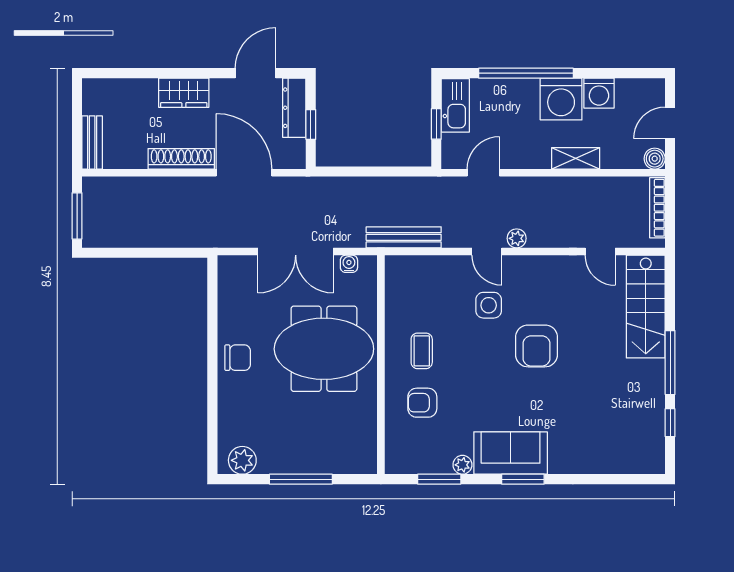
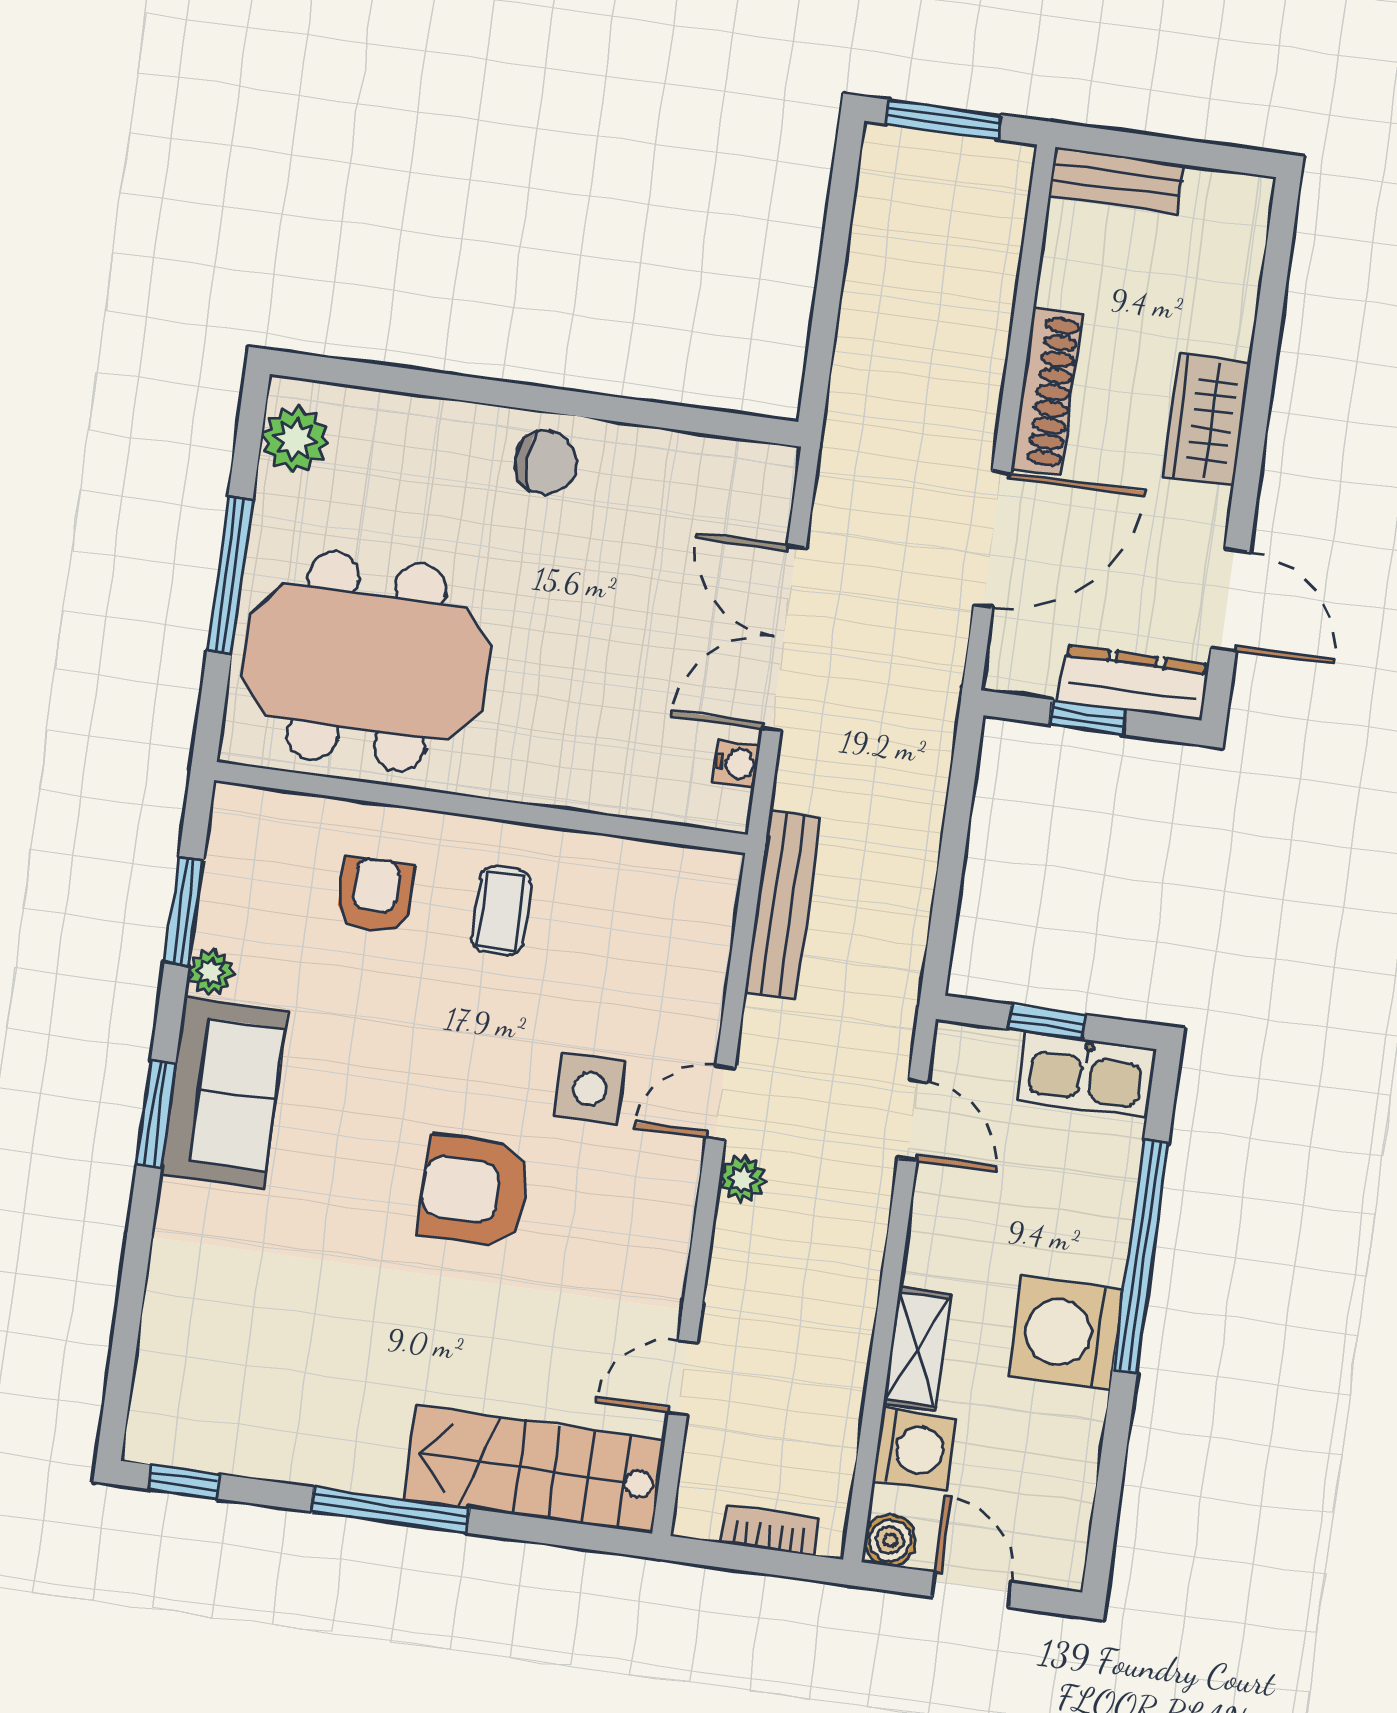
washing machine: (599, 93) -> (914, 1450), moved, turned 180
bookcase: (657, 208) -> (770, 1531), width x0.64
meeting table: (324, 349) -> (366, 662), moved, turned 90
coffee table: (422, 351) -> (501, 911), turned 90
chair: (238, 358) -> (546, 462), turned -90
window: (670, 423) -> (184, 1482), moved

